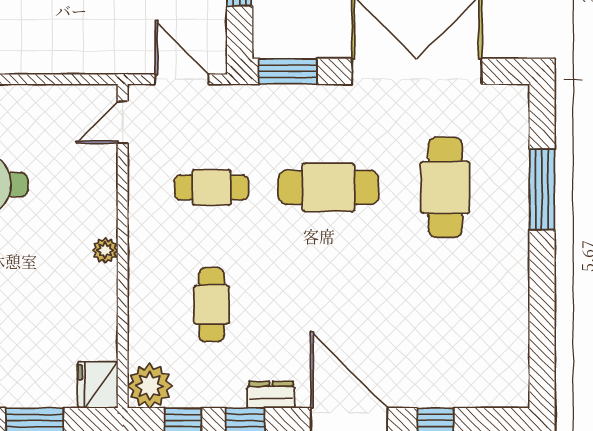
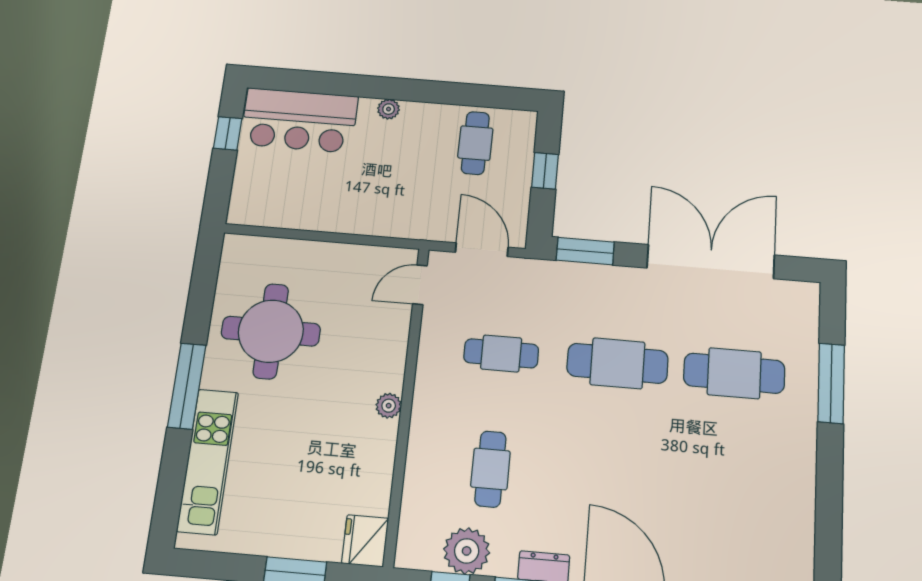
cafe table: (445, 187) -> (734, 373), turned 90
plant: (150, 386) -> (467, 551), moved

